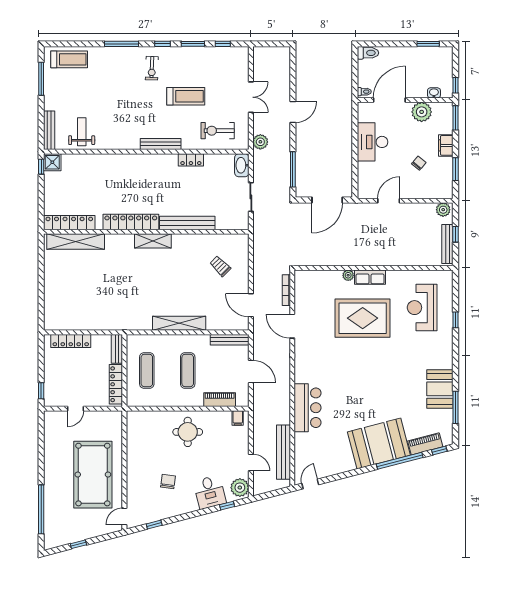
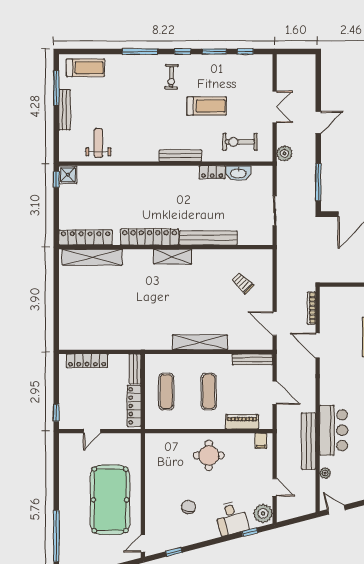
bench: (49, 130) -> (65, 110), moved
washbasin: (242, 165) -> (238, 173), moved, turned -90
plant: (299, 449) -> (325, 473), added
bench: (284, 452) -> (309, 441), moved
door: (310, 484) -> (336, 510), hinge flipped

